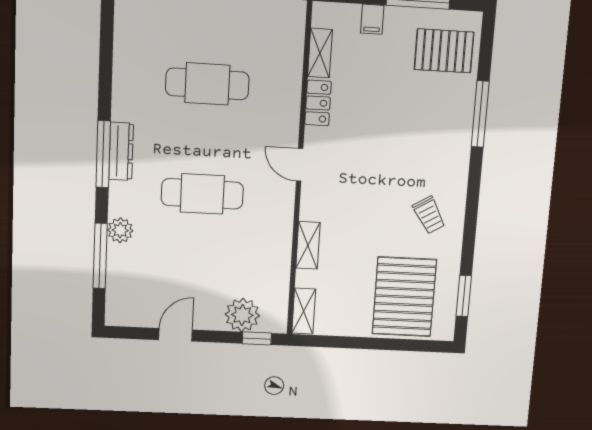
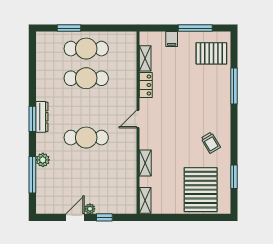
cafe table: (210, 27) -> (86, 49), added
window: (103, 154) -> (32, 119), width x0.69
door: (300, 165) -> (138, 119), hinge flipped
window: (464, 296) -> (234, 177), moved
plant: (242, 315) -> (90, 209), moved, width x0.53, depth x0.53
window: (257, 338) -> (104, 217), moved

